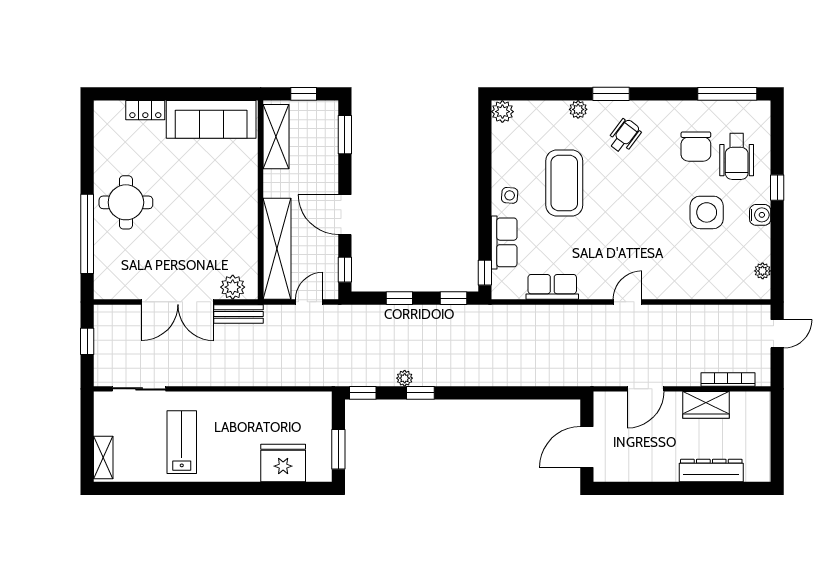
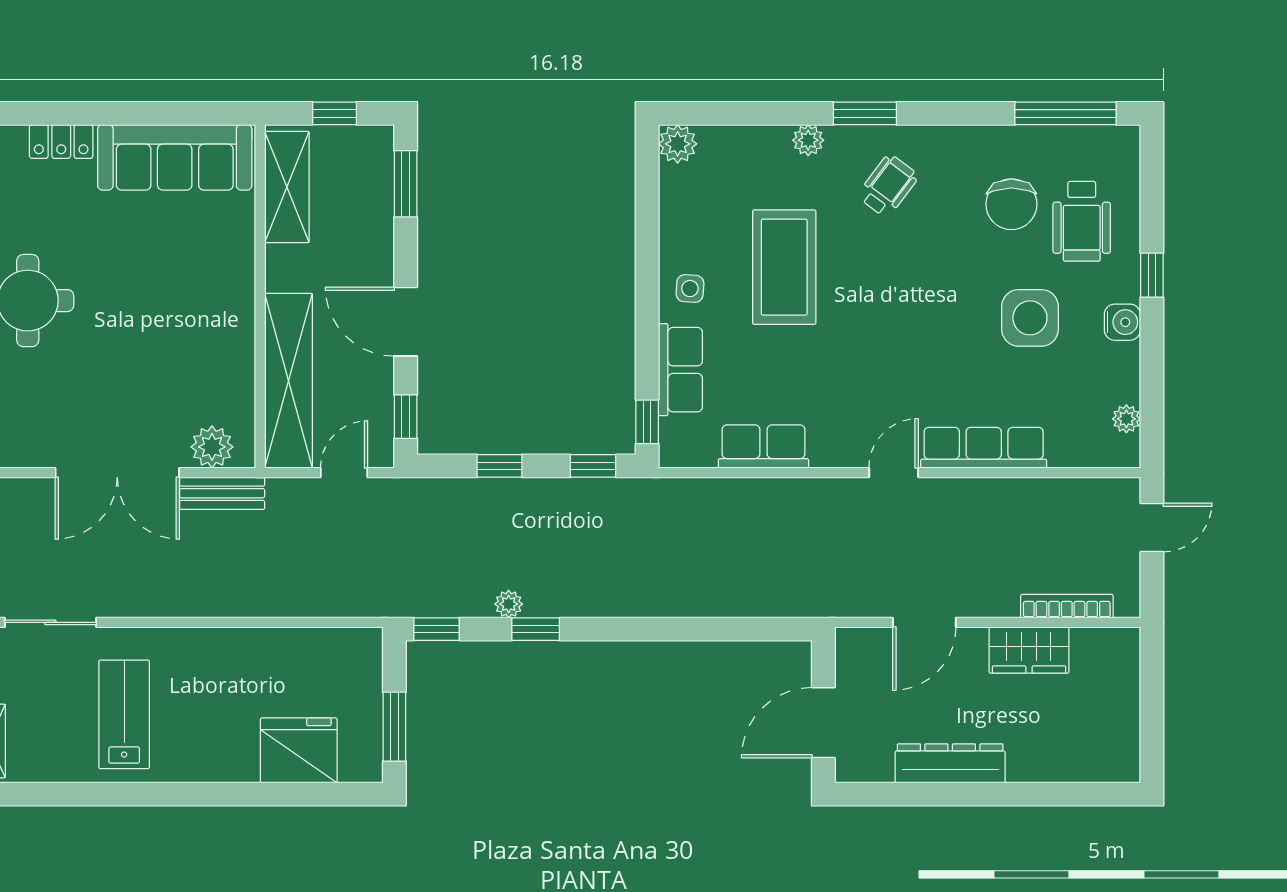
row of seats: (680, 288) -> (984, 448), added
dresser: (711, 471) -> (950, 763), moved

